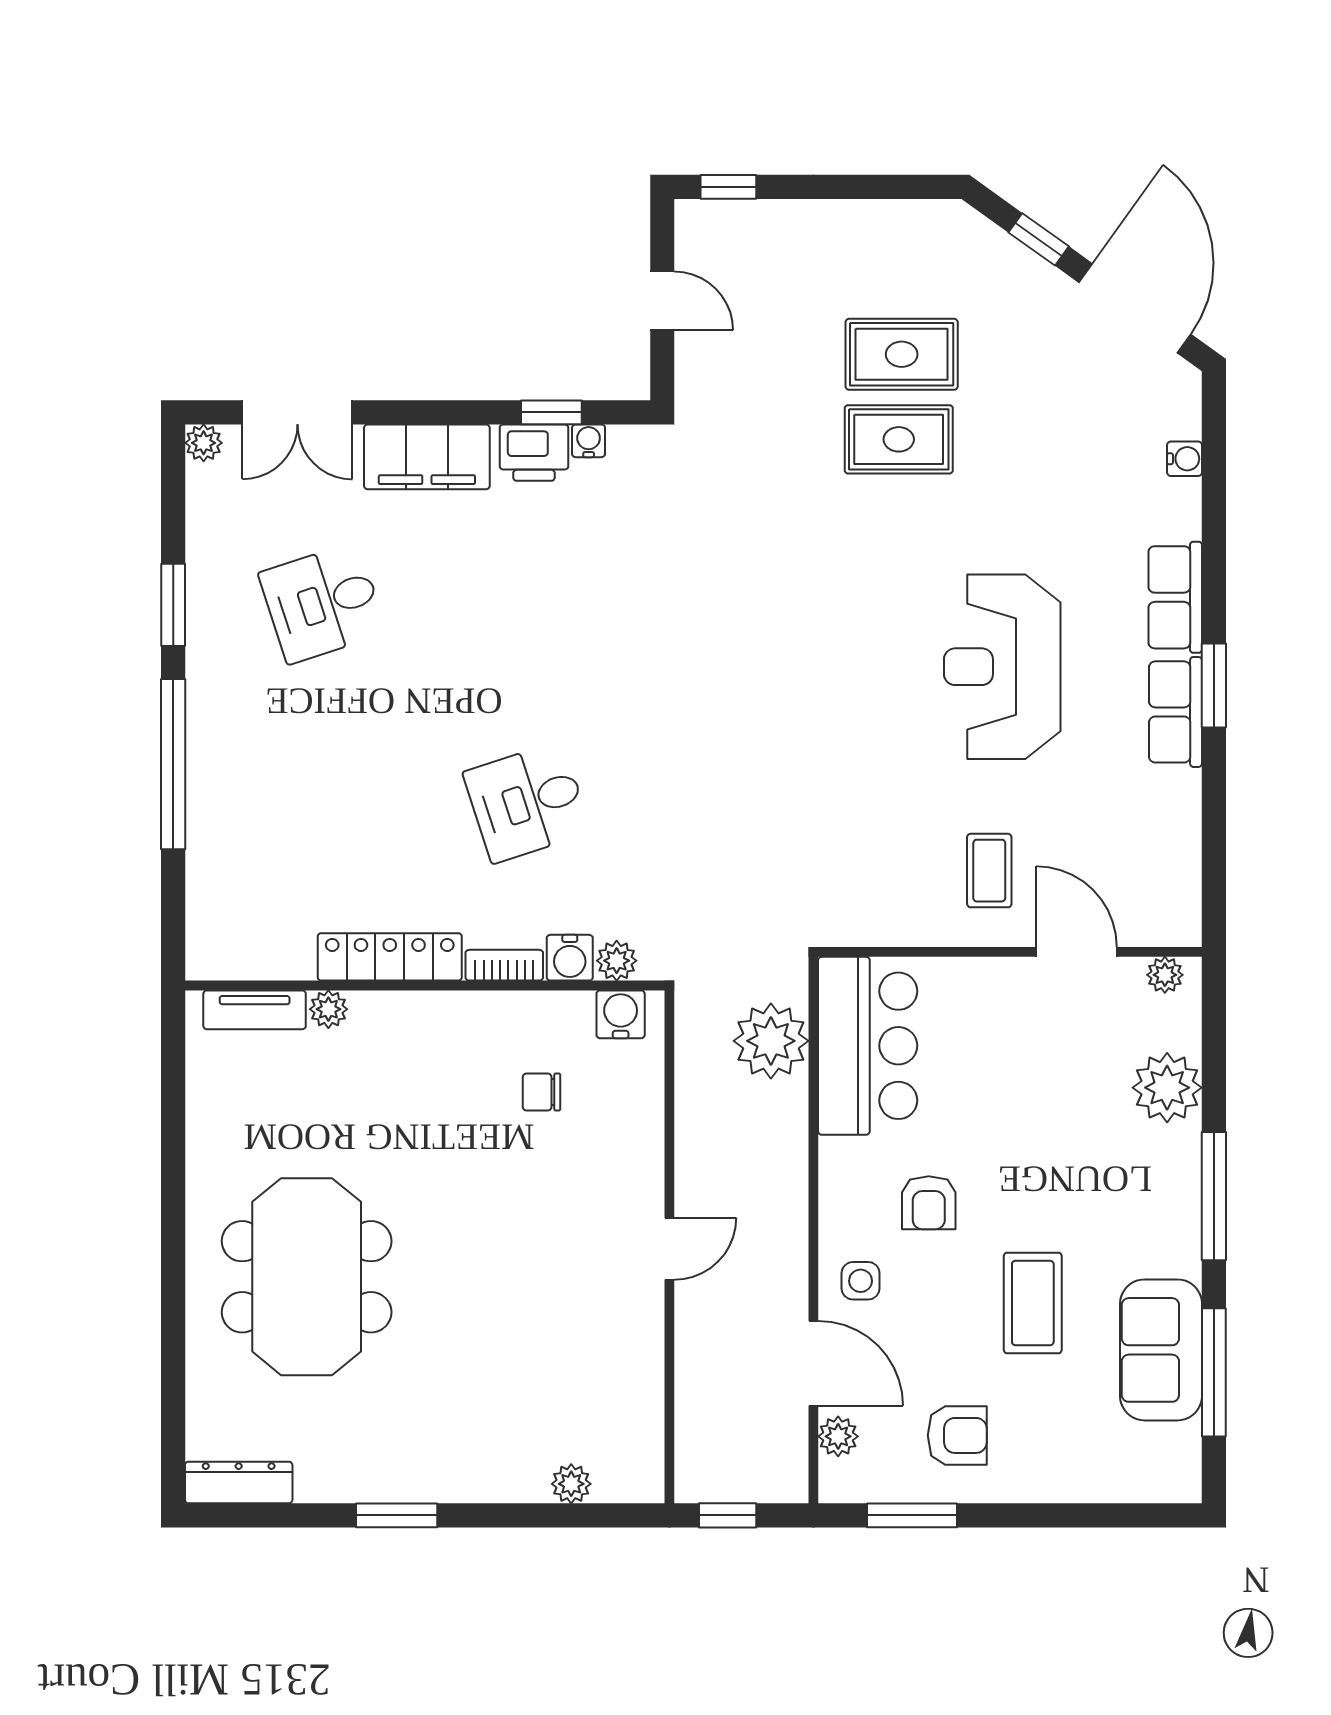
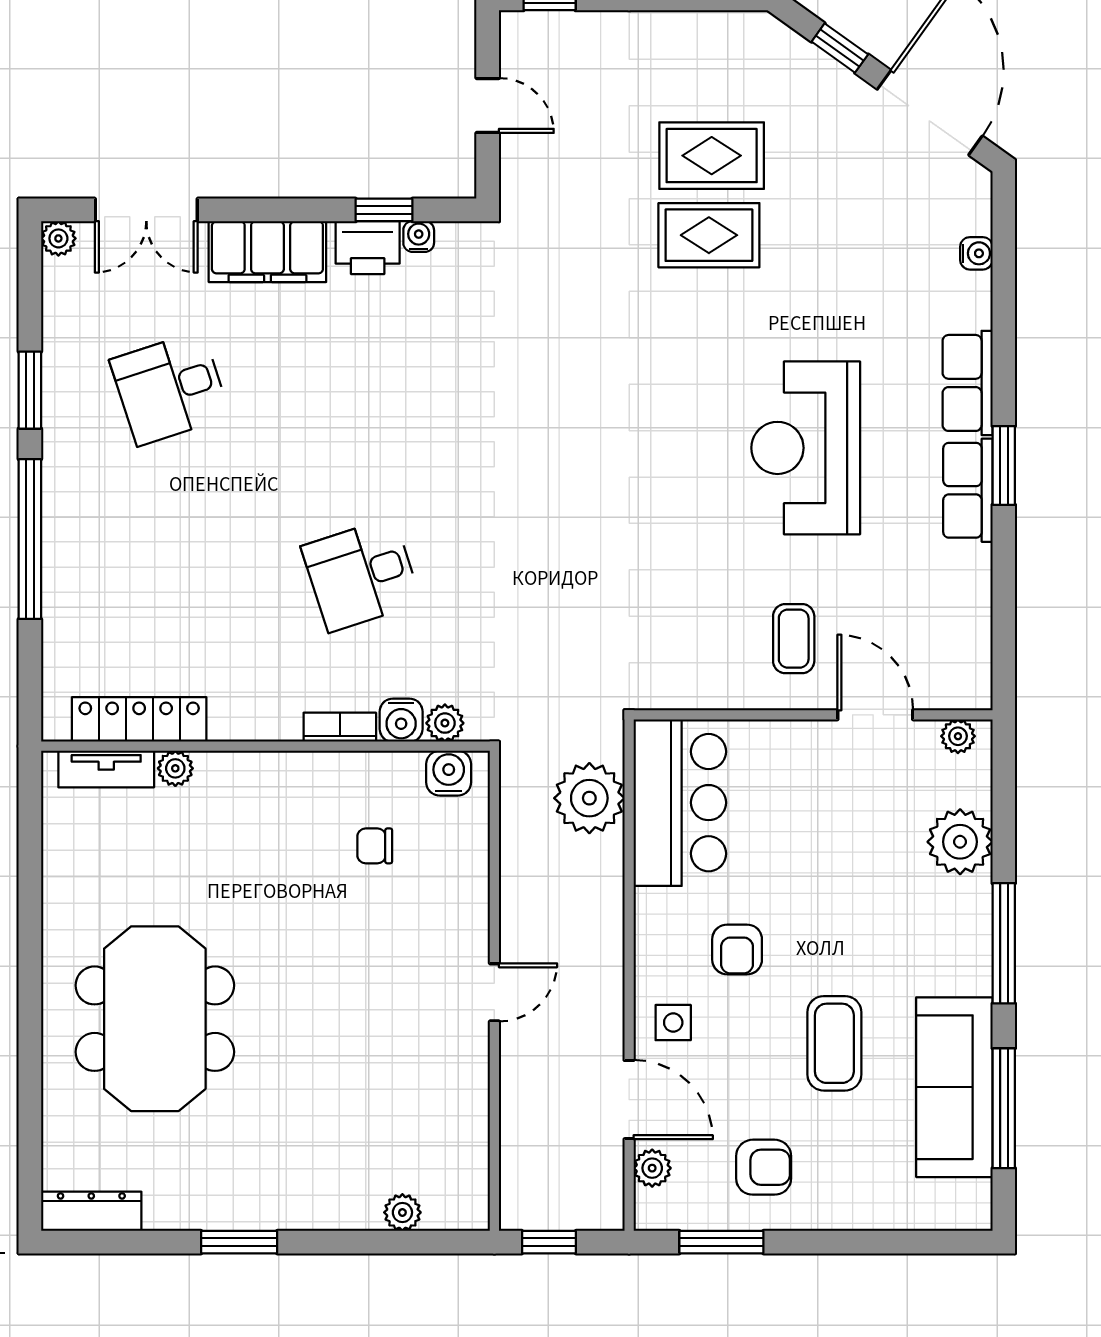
locker: (390, 957) -> (139, 719), moved
sofa: (1161, 1350) -> (954, 1087), width x1.36

